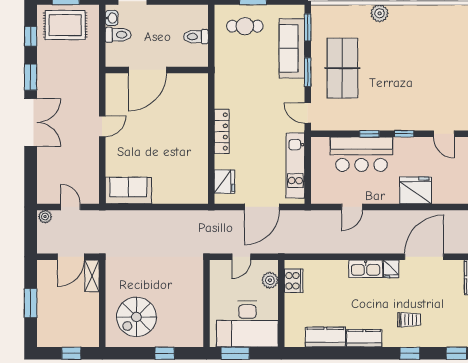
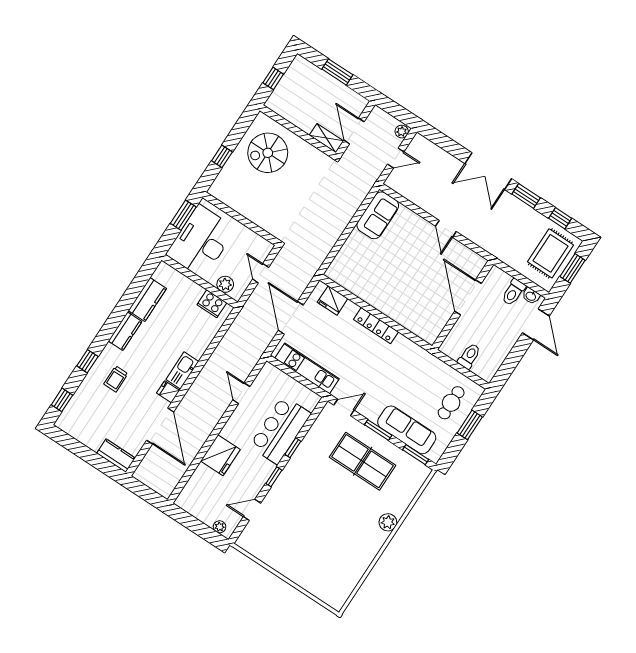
spiral stairs: (136, 317) -> (268, 153), turned -90

